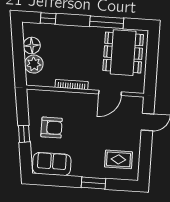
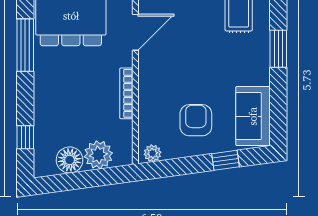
door: (110, 93) -> (135, 32), hinge flipped
plant: (32, 99) -> (152, 153), added
window: (24, 134) -> (225, 160), moved

